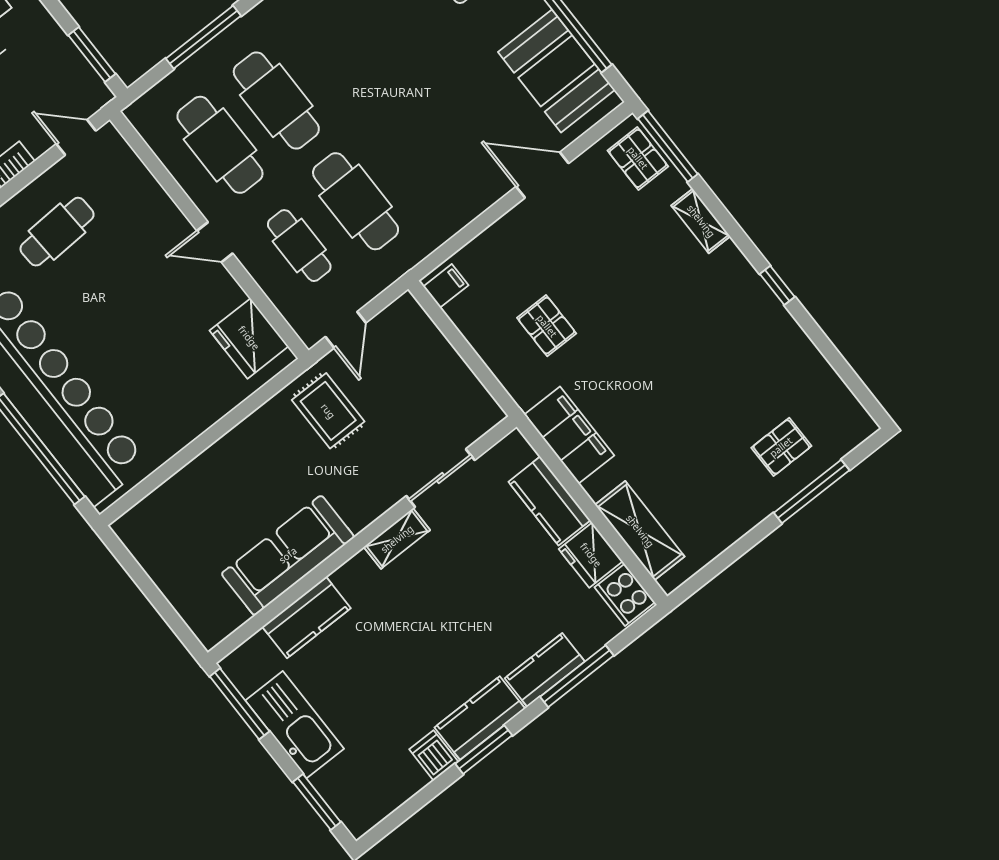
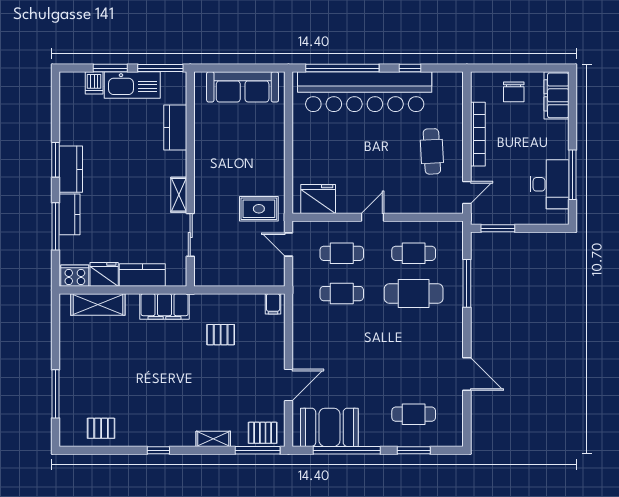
cafe table: (220, 145) -> (414, 253), width x0.73, depth x0.74
cafe table: (356, 201) -> (342, 294), width x0.73, depth x0.74
pallet: (781, 447) -> (101, 428), moved, turned 90
sofa: (288, 555) -> (243, 87), moved, turned 90
dishwasher: (434, 755) -> (94, 83), moved, turned 90
window: (317, 802) -> (110, 68), moved

